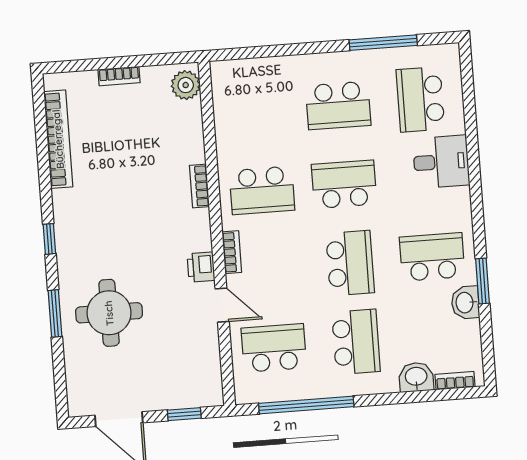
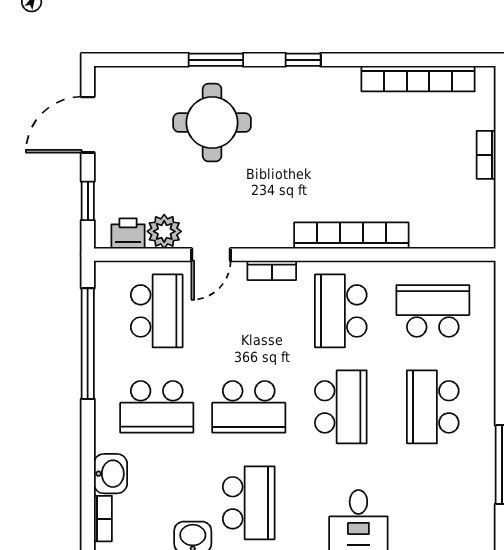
plant: (186, 85) -> (164, 231), moved
school desk: (420, 99) -> (433, 311), moved
bookcase: (199, 186) -> (351, 235), width x2.31, depth x1.31
printer: (201, 267) -> (128, 233), moved

